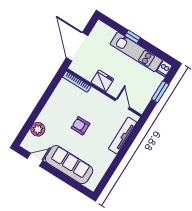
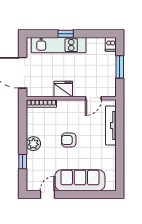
kitchen unit: (136, 52) -> (59, 45), moved
door: (122, 104) -> (93, 98), swing flipped
window: (31, 120) -> (23, 162), added
plant: (38, 129) -> (33, 144), moved

